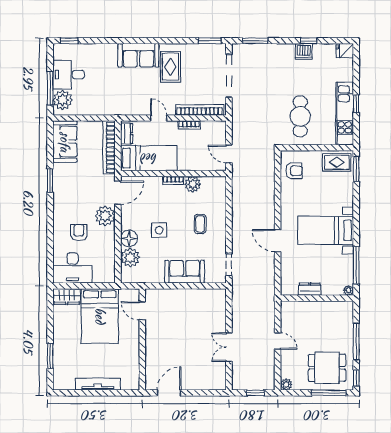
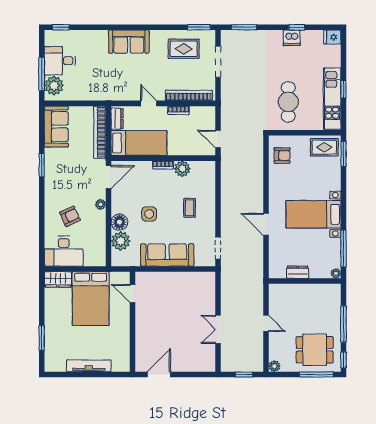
rug: (170, 67) -> (184, 49), moved, turned 90
doorway: (229, 76) -> (218, 62), width x0.73
plant: (105, 216) -> (101, 204), width x0.53, depth x0.53
armchair: (79, 233) -> (70, 216), turned 65
sofa: (185, 272) -> (167, 255), width x1.36

